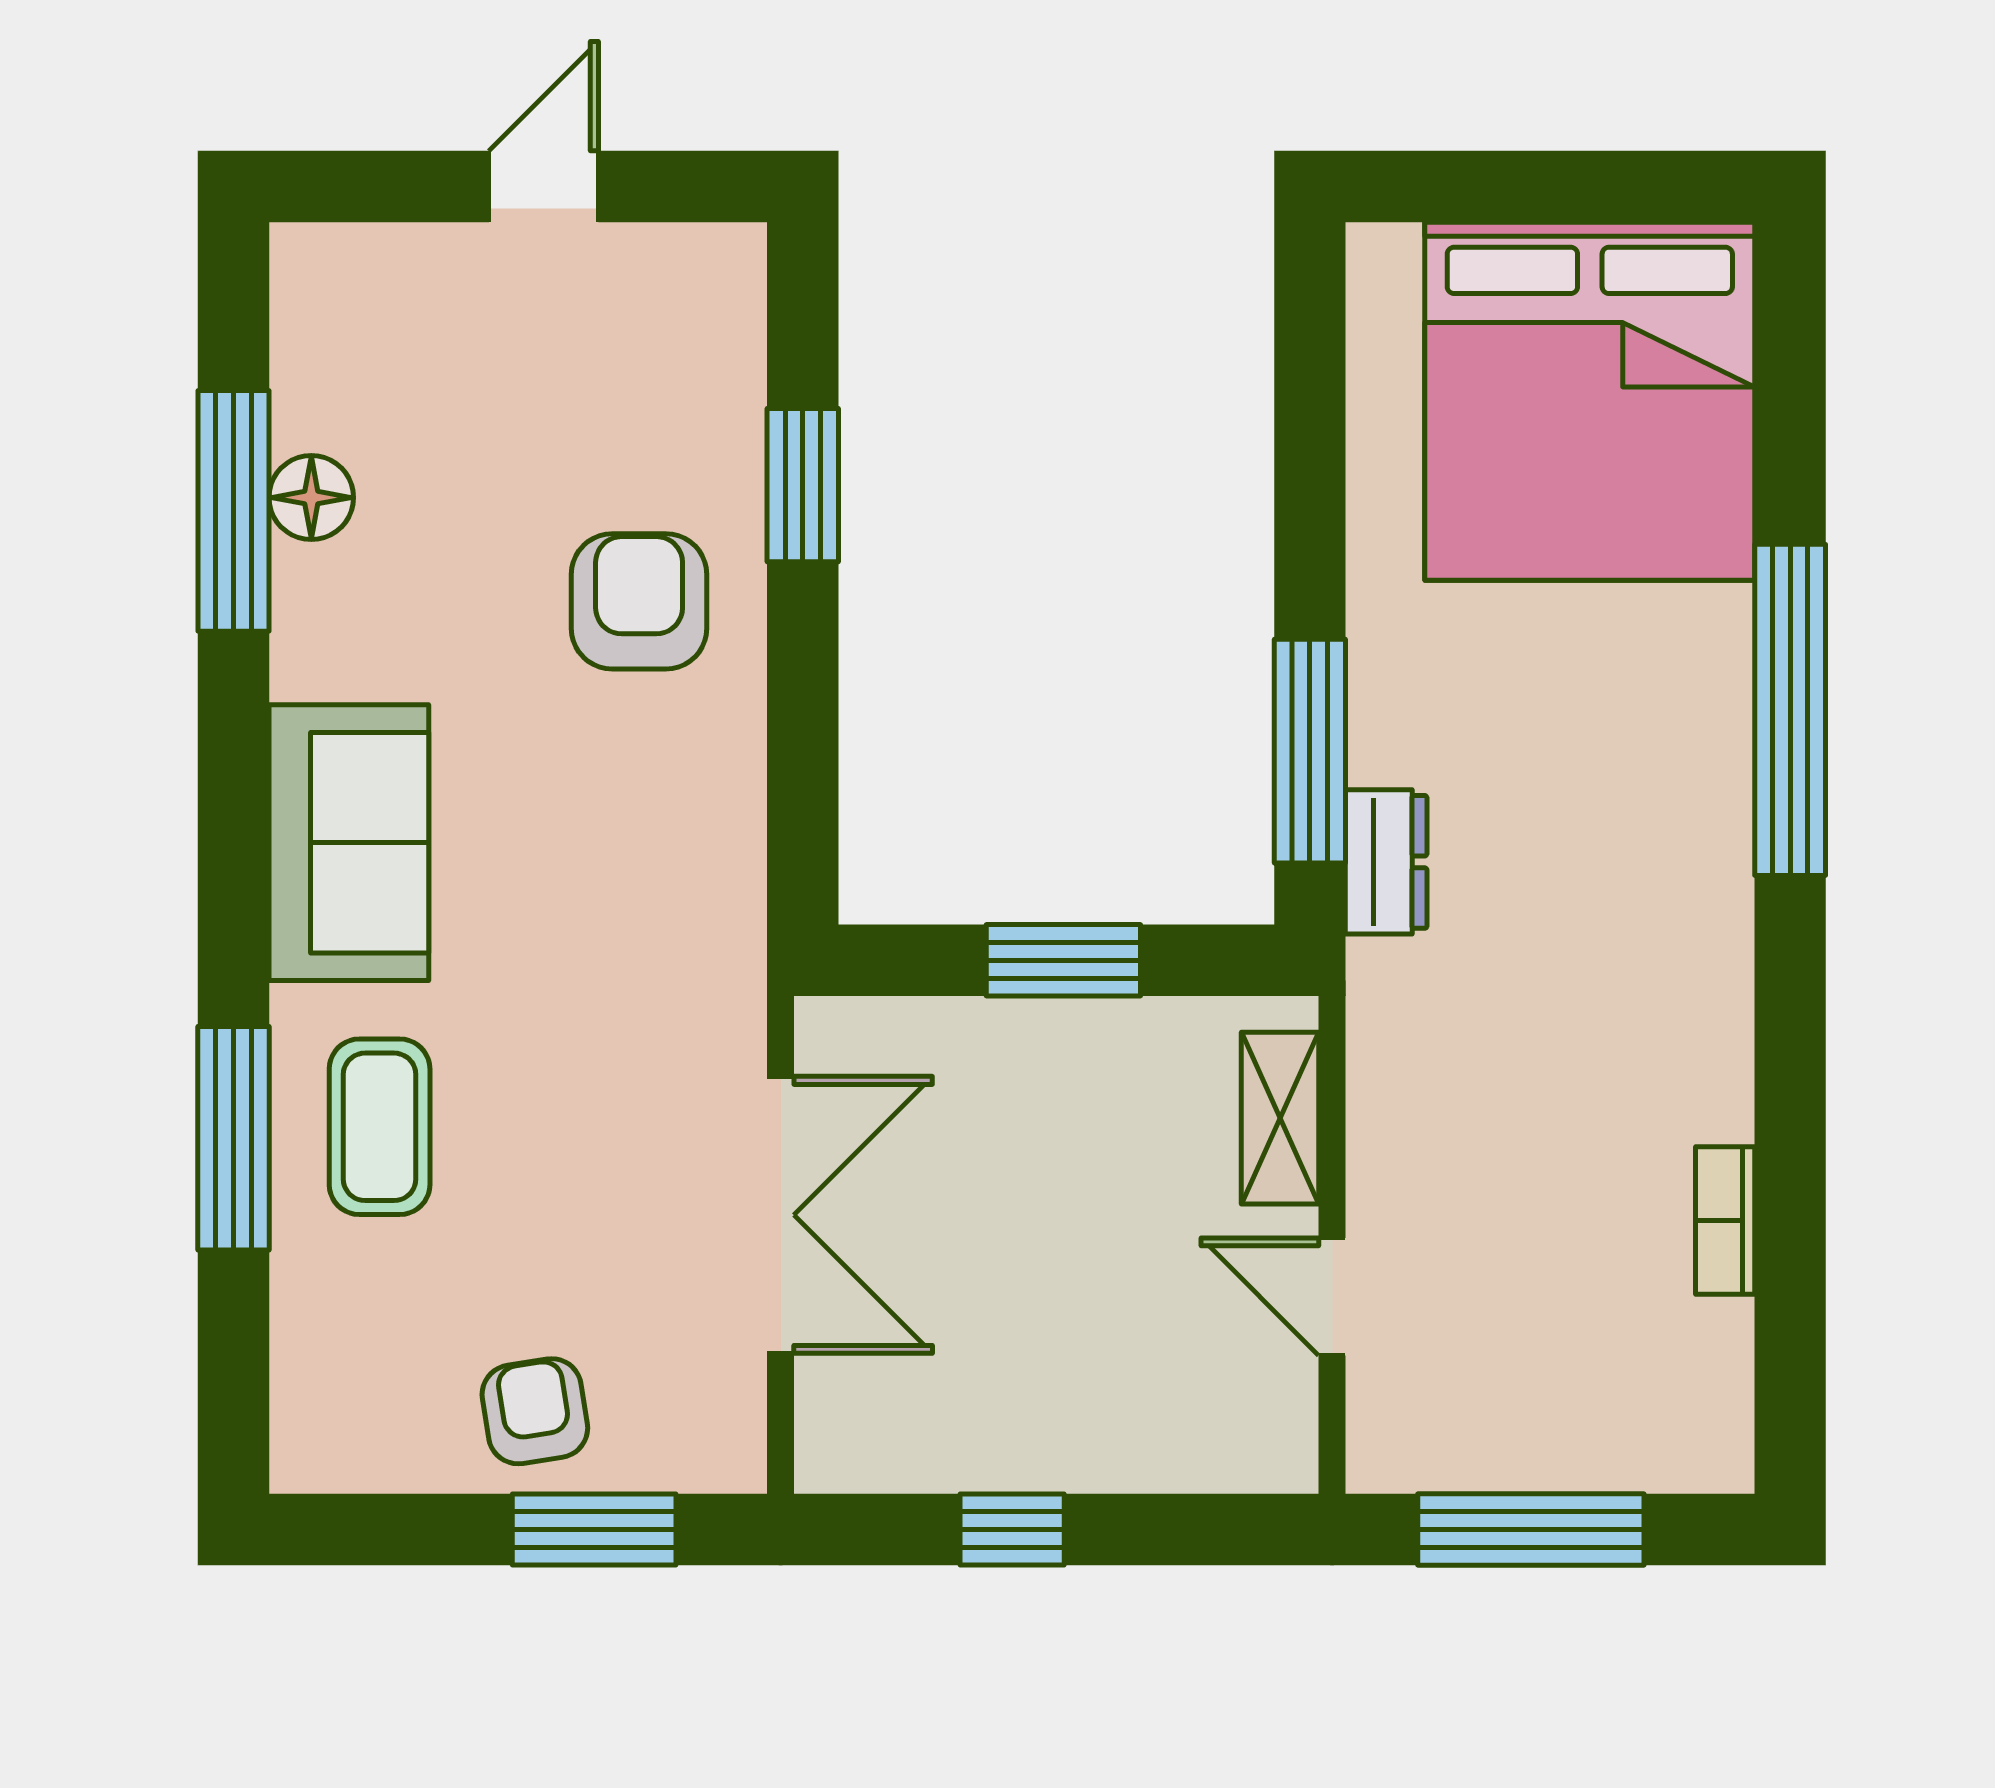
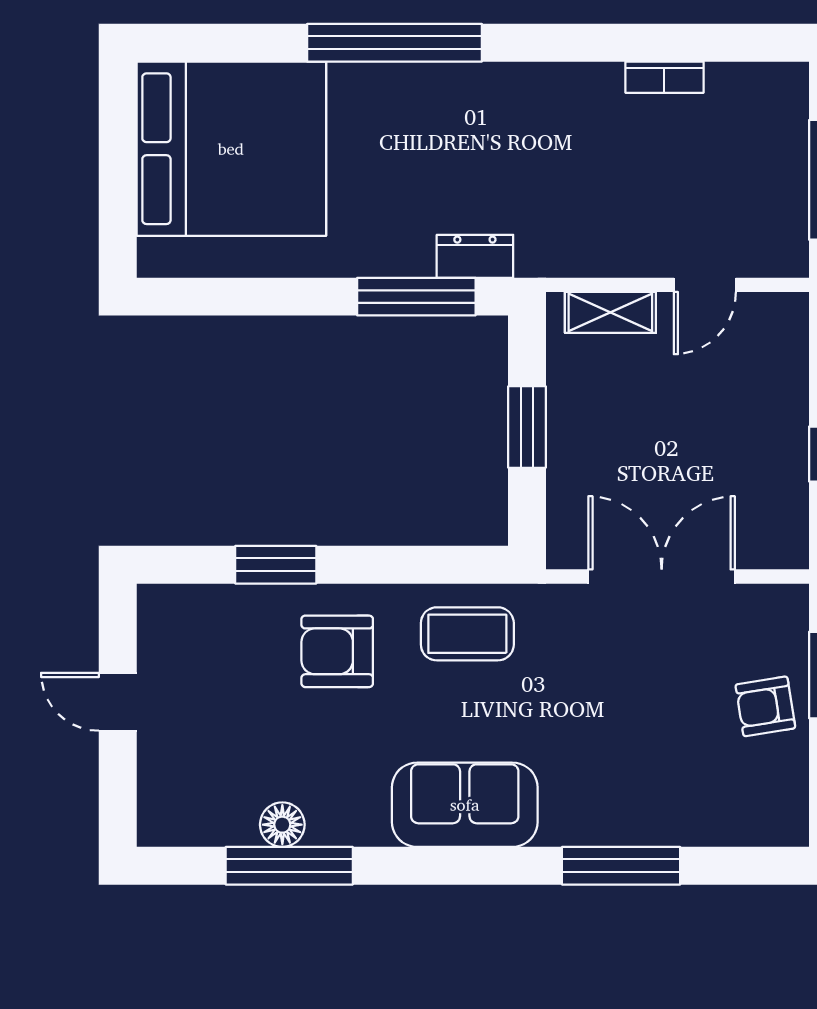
coffee table: (380, 1127) -> (467, 634), moved

